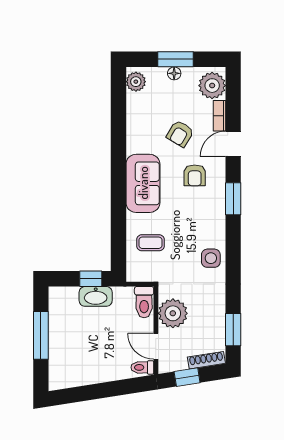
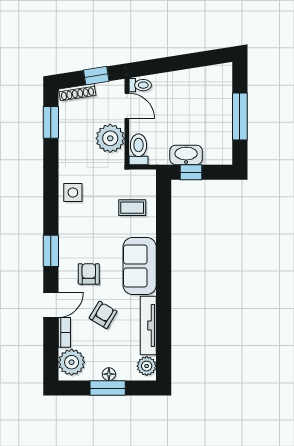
tv unit: (134, 123) -> (148, 326), added

